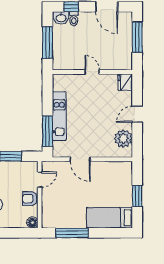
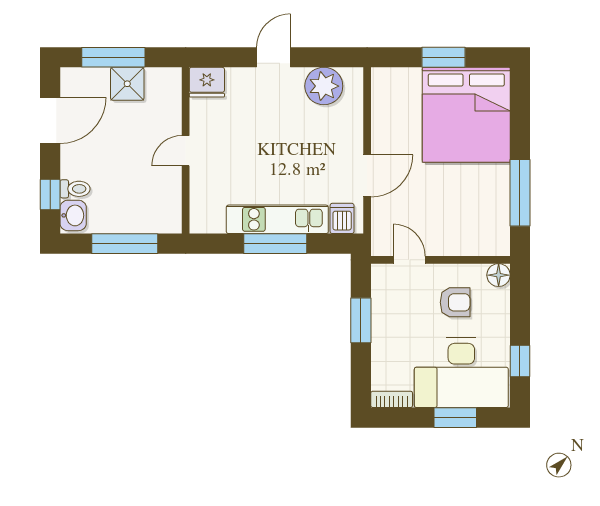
shower: (124, 44) -> (127, 84), added
door: (137, 114) -> (274, 57), swing flipped
window: (47, 131) -> (275, 244), moved
dishwasher: (60, 147) -> (342, 218), added
armchair: (30, 199) -> (455, 302), moved, turned -90
bed: (109, 218) -> (466, 115), width x2.04

